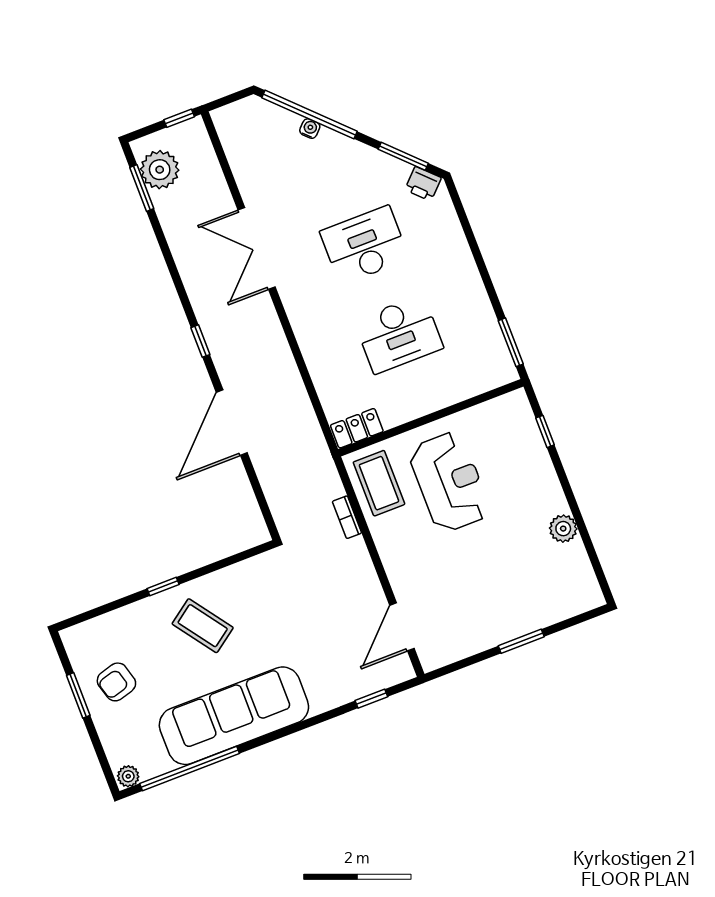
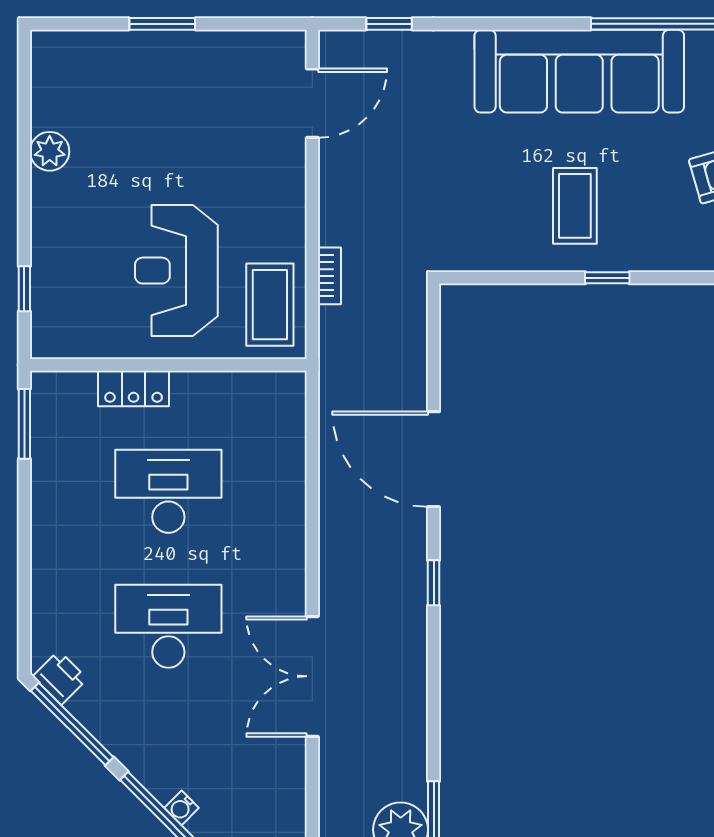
window: (403, 156) -> (72, 724), width x1.44
desk: (364, 245) -> (168, 626), turned 180
double door: (257, 248) -> (312, 676), swing flipped
door: (232, 423) -> (434, 459), swing flipped
locker: (357, 428) -> (134, 388), moved
coffee table: (203, 626) -> (575, 206), turned 36

